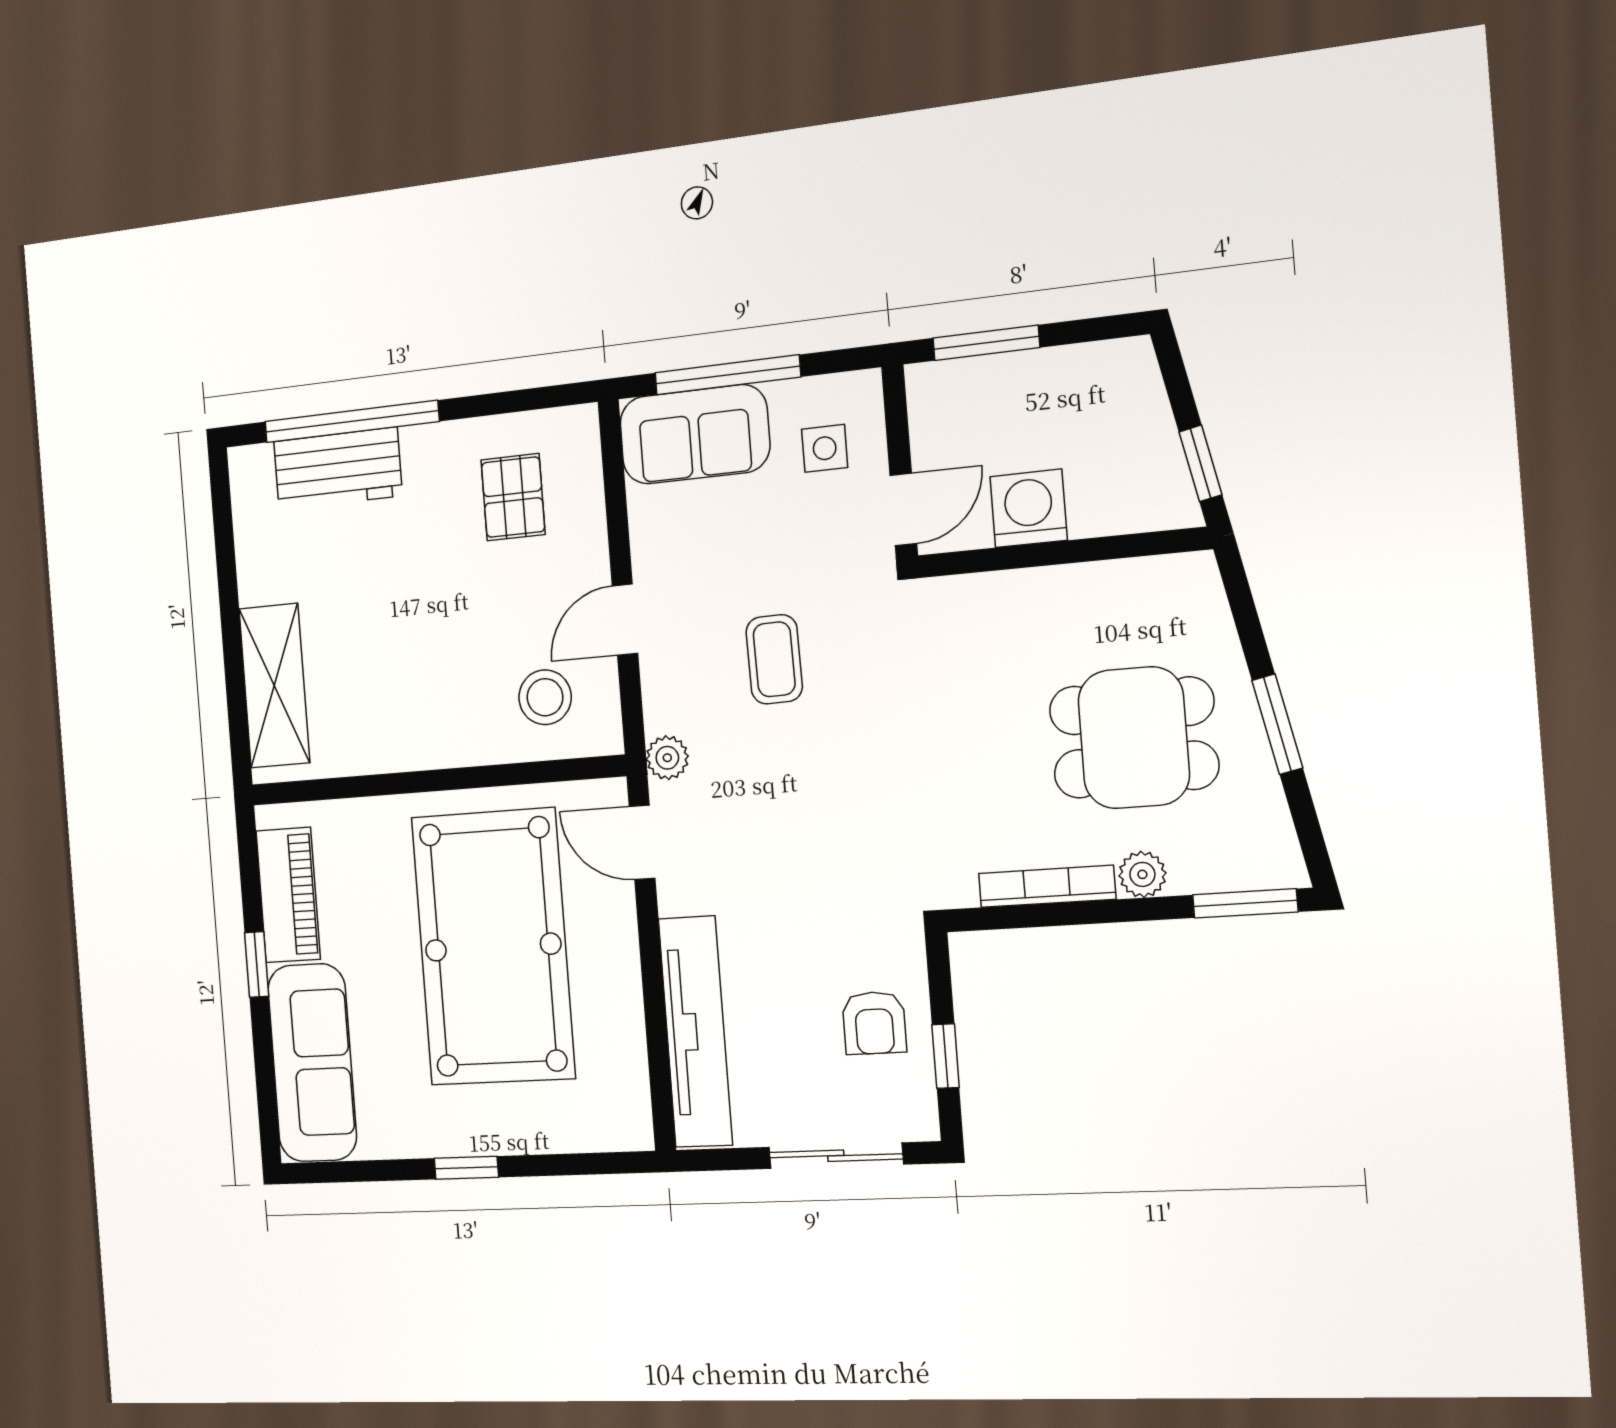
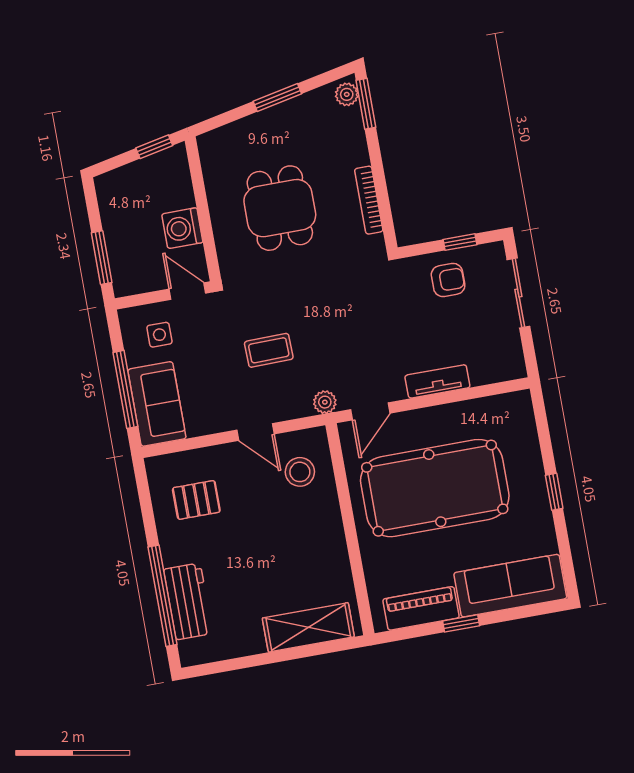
dining table: (1134, 738) -> (280, 208), moved
plant: (1142, 874) -> (347, 94), moved
tv unit: (695, 1032) -> (437, 381), width x0.52, depth x0.78

